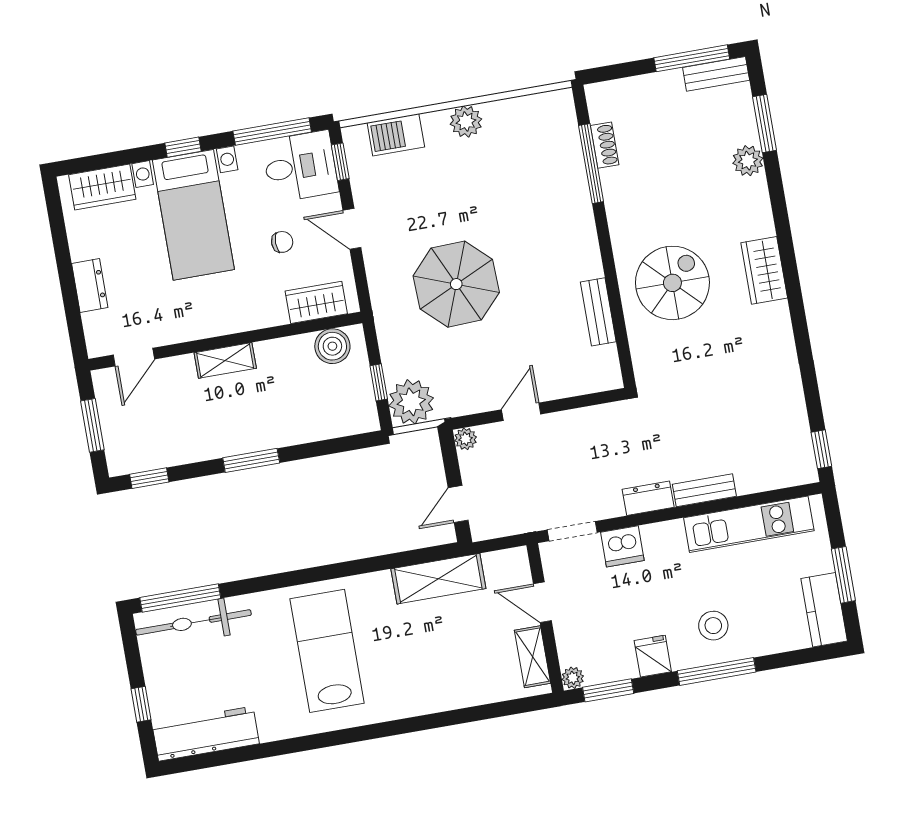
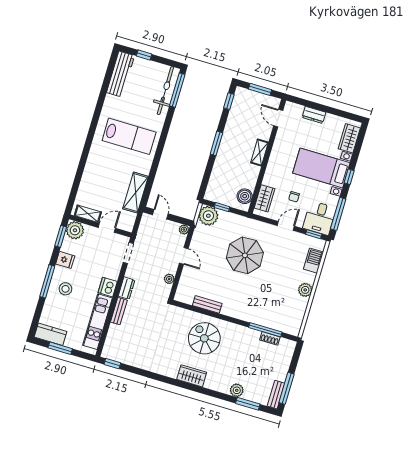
spiral stairs: (672, 283) -> (204, 338), turned 180
plant: (584, 418) -> (169, 279), added
dishwasher: (622, 546) -> (108, 287), moved
plant: (573, 678) -> (75, 230), width x1.88, depth x1.88

